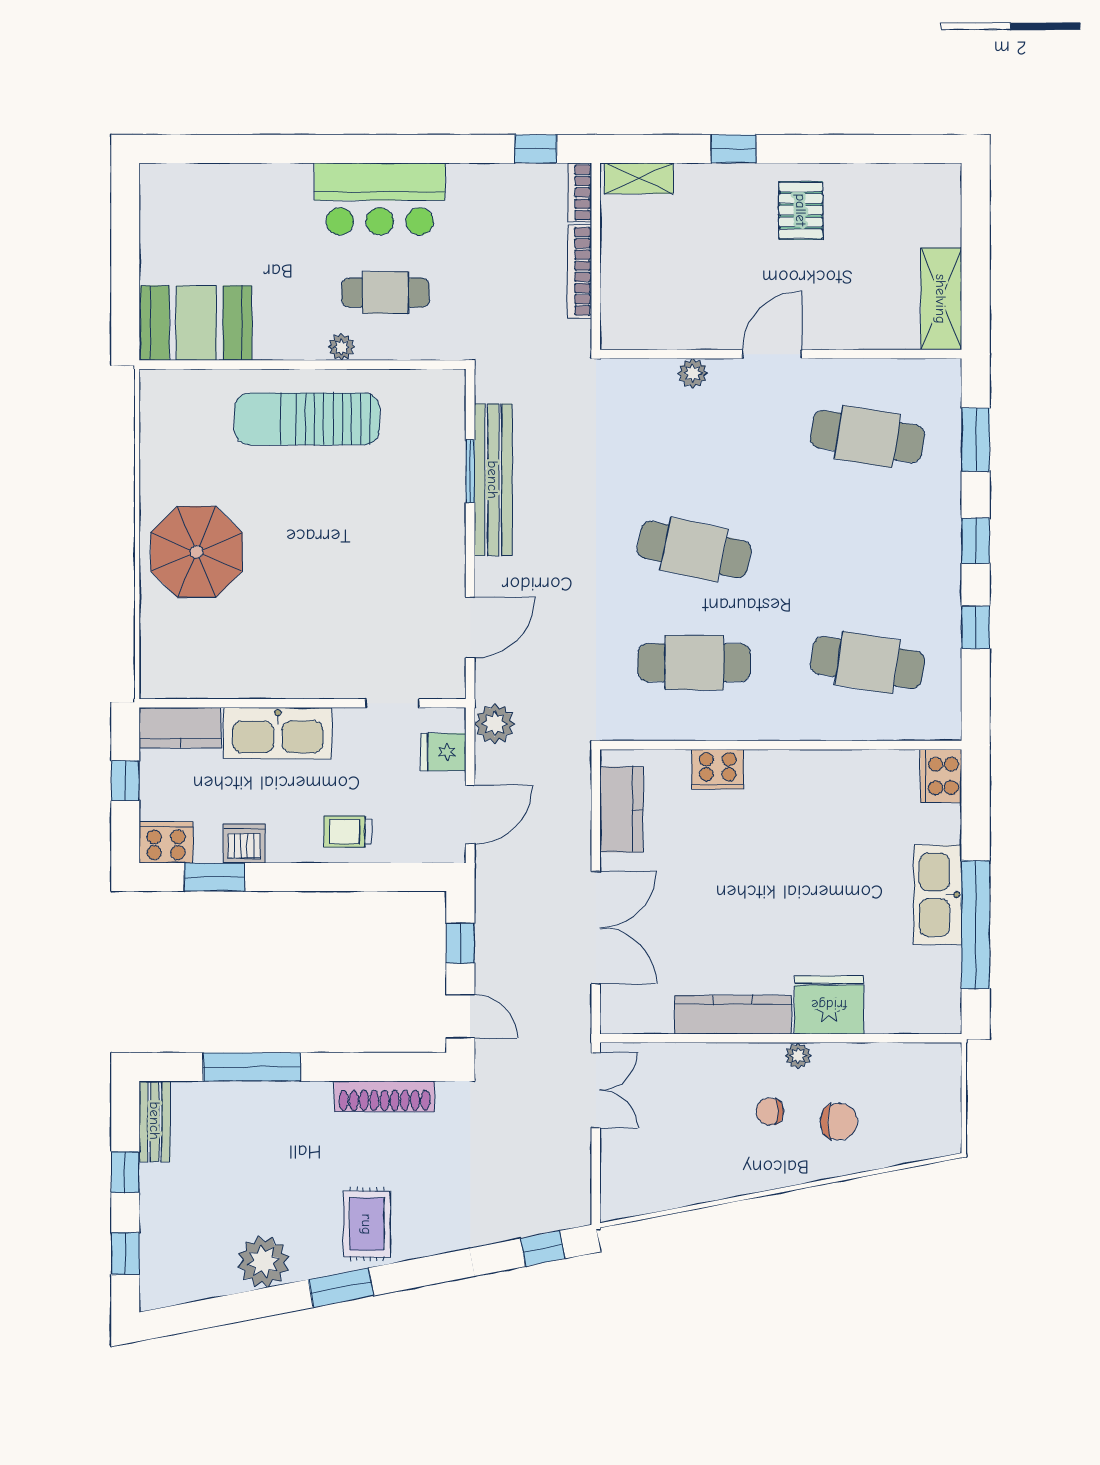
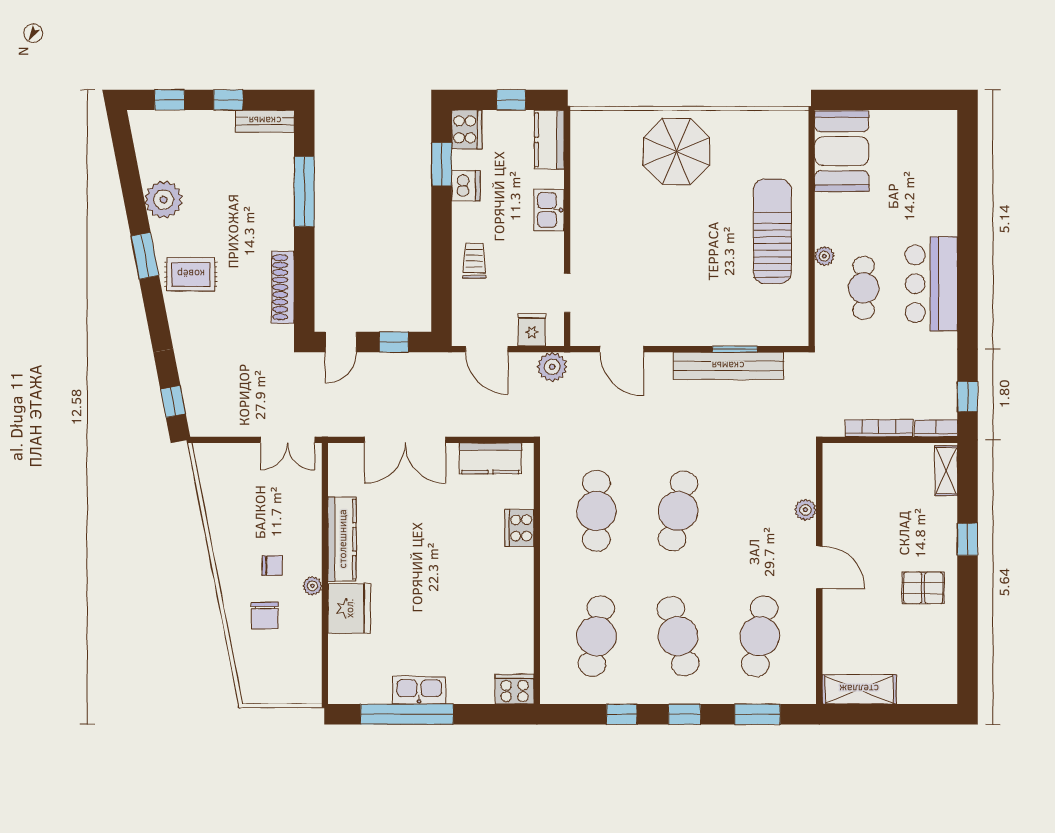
cafe table: (867, 550) -> (678, 636), added
kitchen sink: (278, 733) -> (549, 210), width x0.53, depth x0.81
kitchen sink: (938, 895) -> (419, 690), width x0.73, depth x0.81
chair: (770, 1112) -> (272, 566), turned 90

